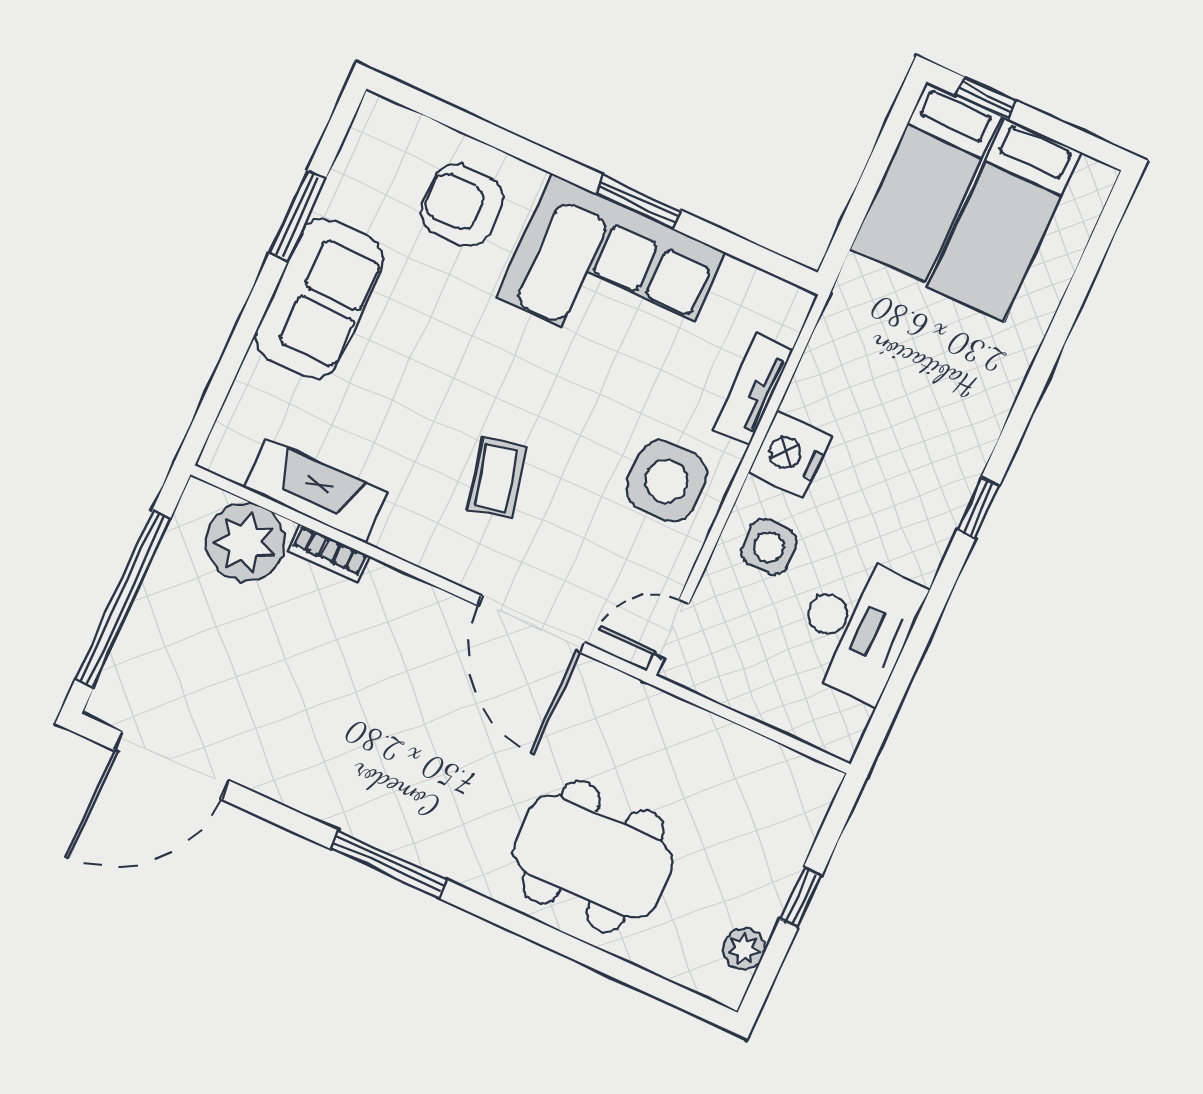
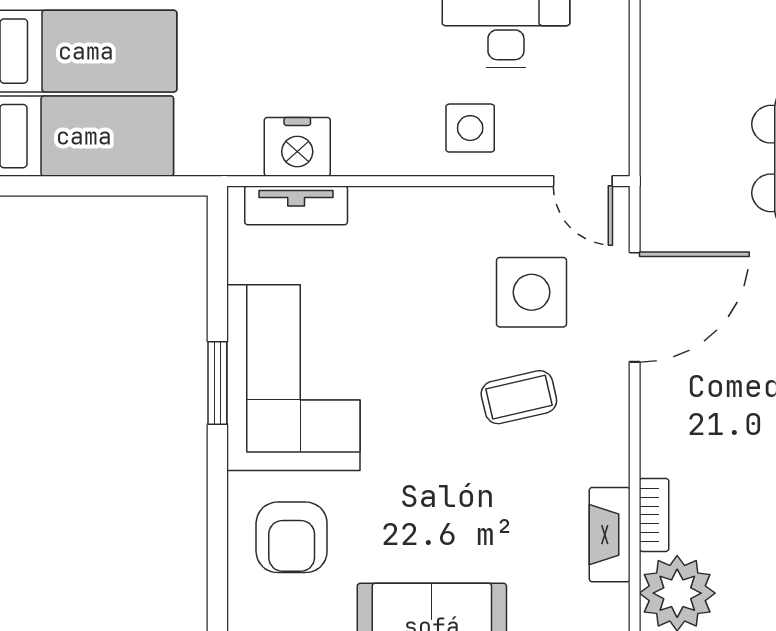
tv unit: (753, 389) -> (296, 205), moved
nightstand: (790, 454) -> (297, 147), moved
side table: (666, 481) -> (532, 292), moved
fireplace: (315, 490) -> (610, 535), width x0.73, depth x0.76

